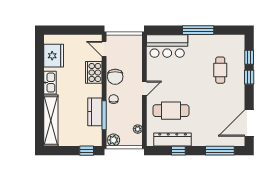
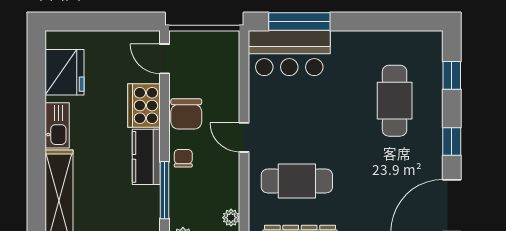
window: (198, 30) -> (299, 22), moved
cafe table: (220, 70) -> (395, 101), width x1.37, depth x1.35
window: (249, 77) -> (452, 141), moved
door: (144, 89) -> (244, 137), swing flipped
kitchen counter: (95, 112) -> (146, 157), moved

